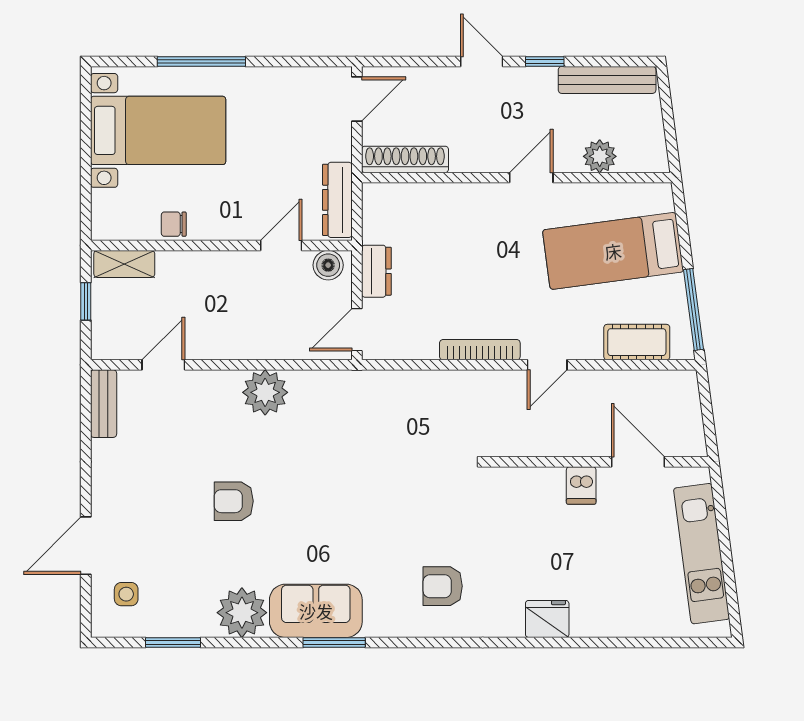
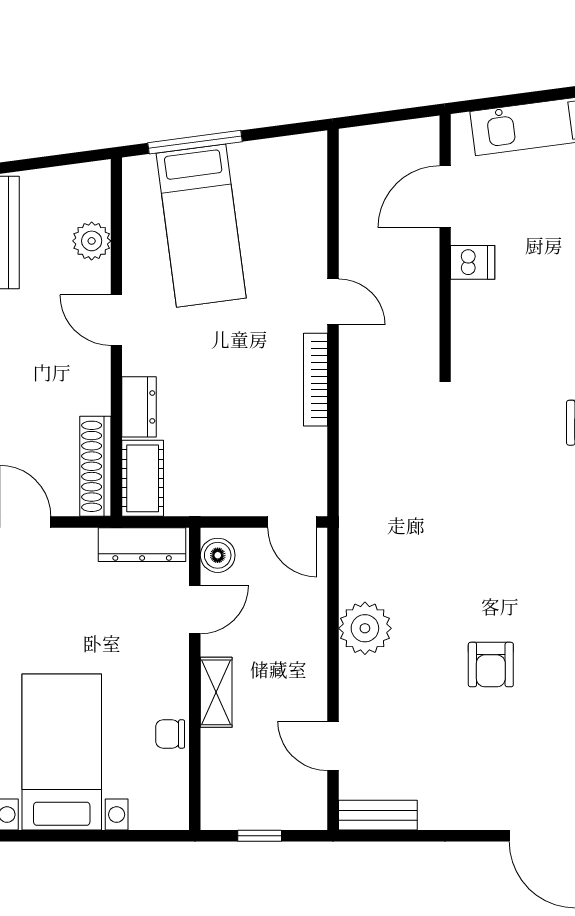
chair: (174, 224) -> (170, 734), turned 90
door: (281, 245) -> (195, 610), swing flipped
shelving: (124, 264) -> (216, 692), moved
dresser: (376, 271) -> (139, 407), moved, turned 90
window: (694, 309) -> (195, 142), moved
cot: (637, 342) -> (143, 478), moved

